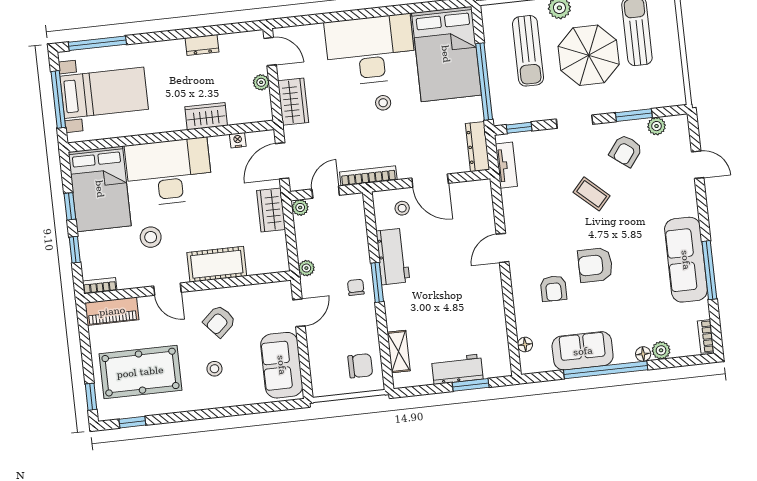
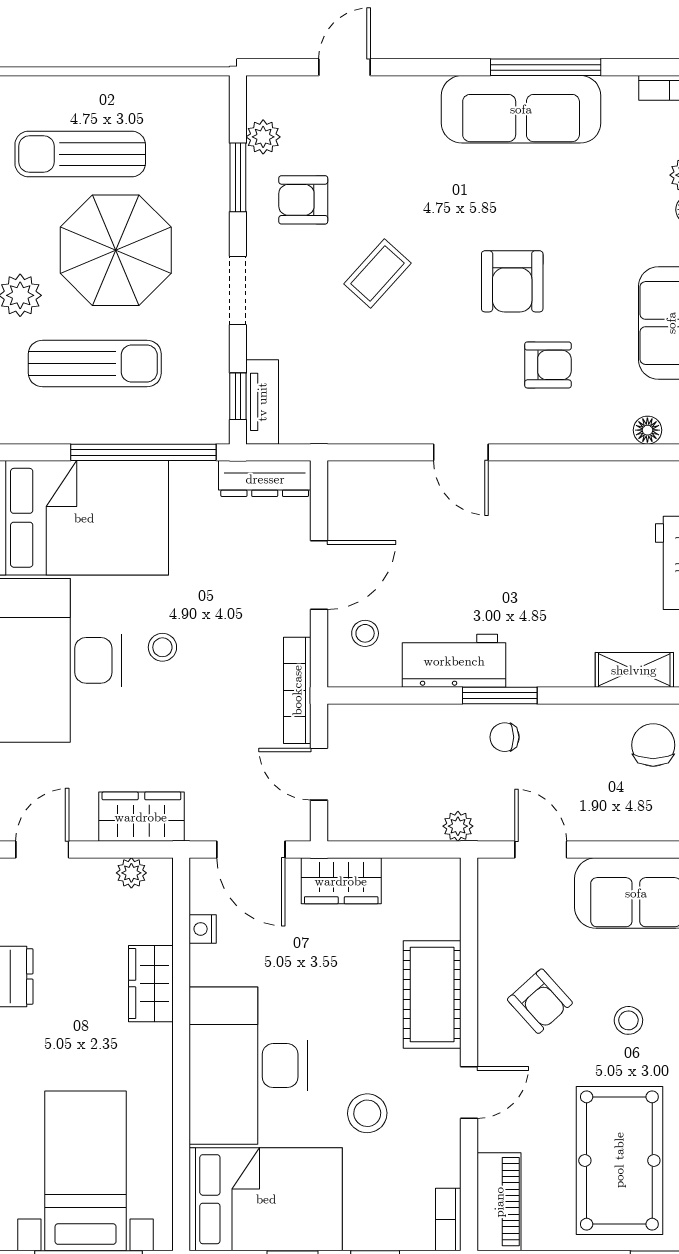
plant: (261, 82) -> (131, 873), moved
armchair: (626, 151) -> (303, 200), turned 143
tv unit: (506, 165) -> (262, 402), moved, turned 90
plant: (300, 207) -> (343, 825), removed

